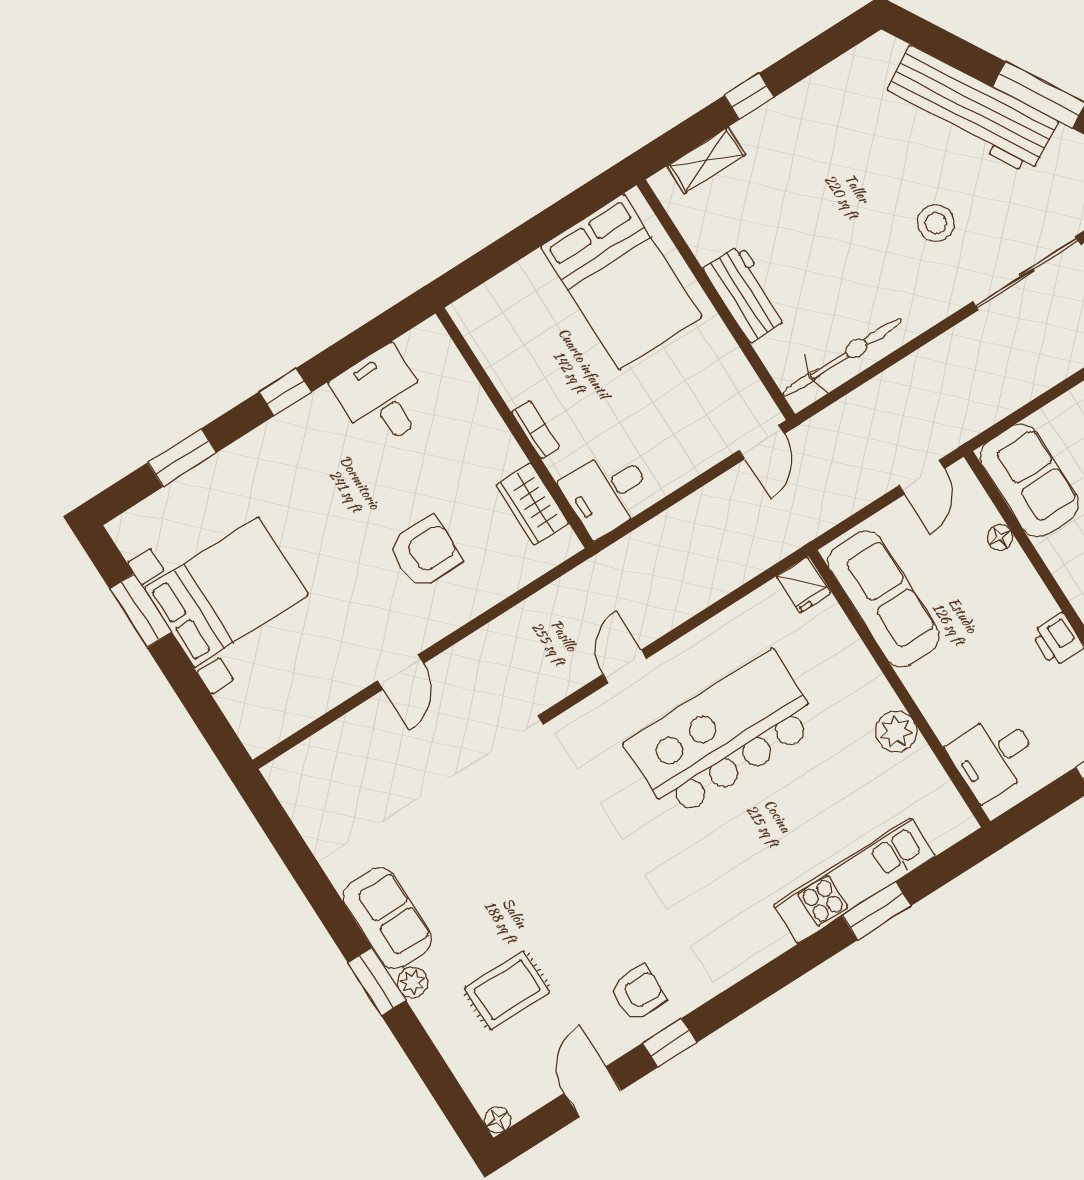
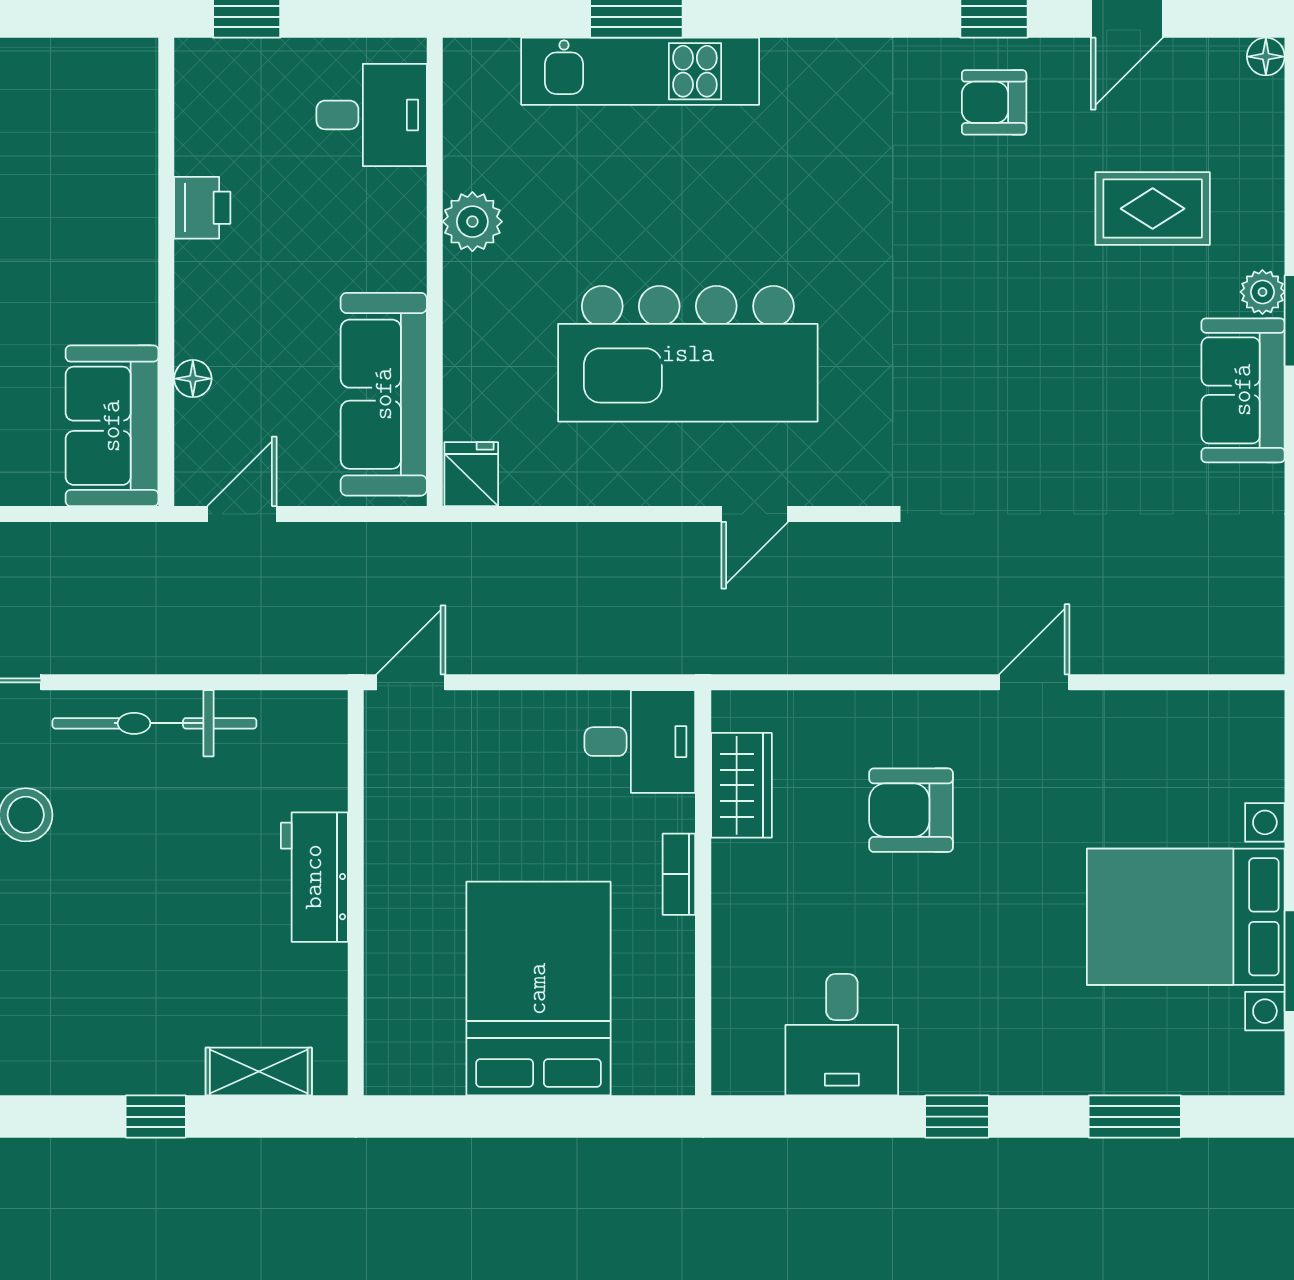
bed: (621, 282) -> (538, 989), moved
bicycle: (842, 357) -> (154, 723), moved

